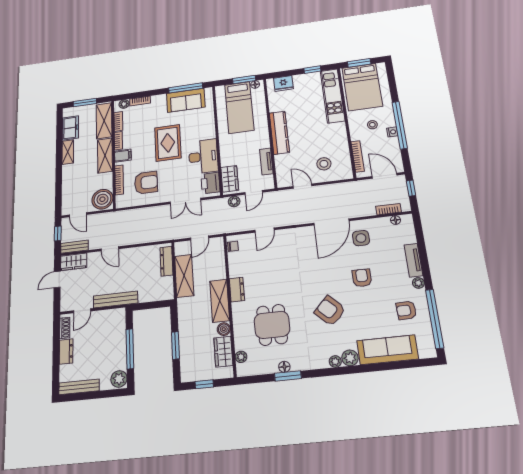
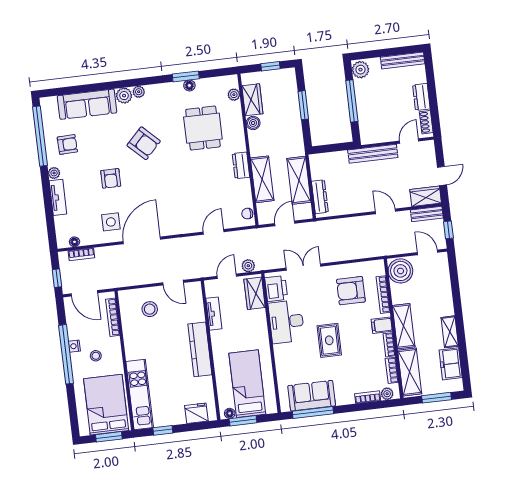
rug: (168, 143) -> (329, 340), width x0.73, depth x0.70
shelving: (220, 301) -> (262, 179), moved

